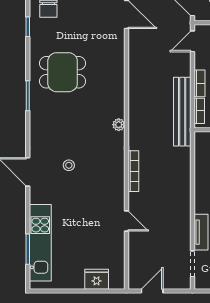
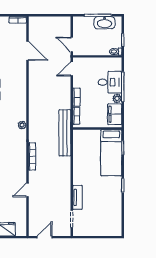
bench: (182, 112) -> (65, 133), moved
door: (127, 221) -> (27, 190), swing flipped

